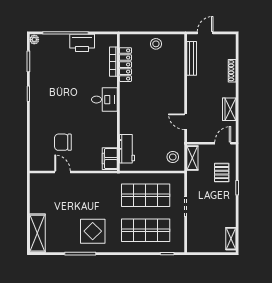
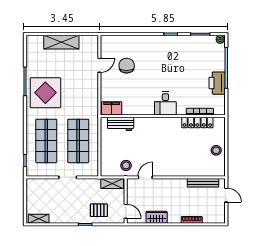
stool: (173, 157) -> (126, 165), moved
display table: (93, 231) -> (45, 93), width x1.36, depth x1.36
shelving: (37, 233) -> (61, 42), moved

